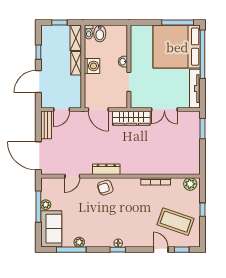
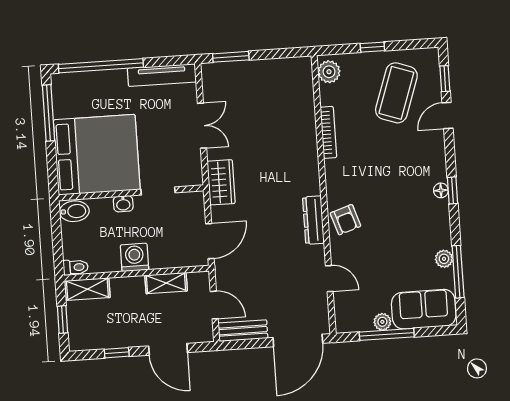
bidet: (100, 33) -> (74, 211), moved
bed: (177, 47) -> (97, 155), moved, turned -90
shelving: (76, 63) -> (166, 283), moved
wardrobe: (131, 118) -> (221, 182), width x0.67

